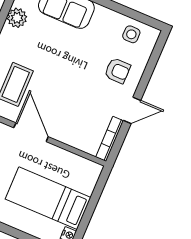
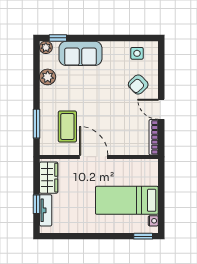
armchair: (117, 71) -> (138, 84), turned 136
door: (132, 110) -> (161, 109), swing flipped

